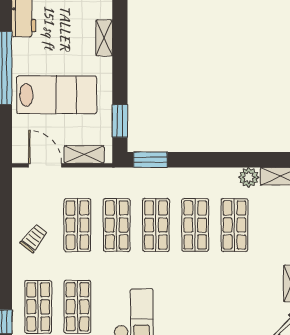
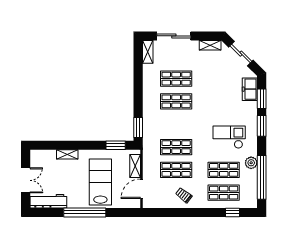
plant: (249, 177) -> (148, 70), removed
shop shelf: (156, 225) -> (176, 124), removed

